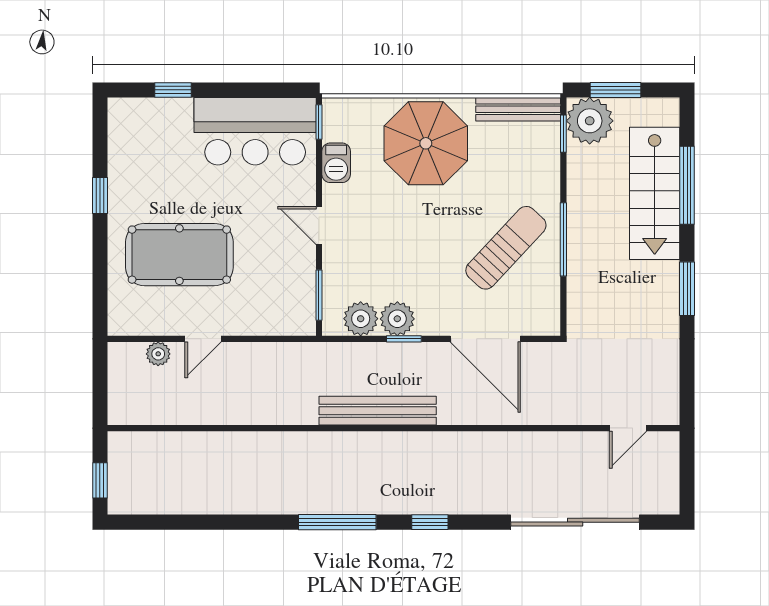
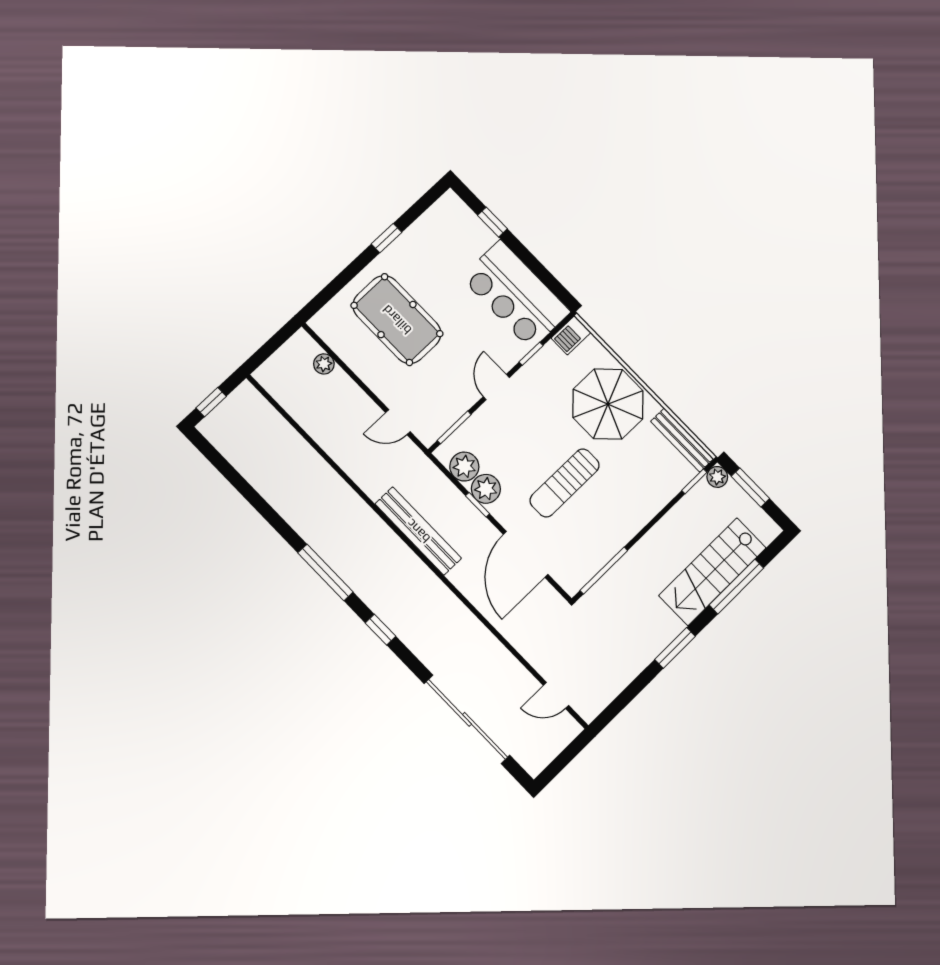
plant: (590, 121) -> (717, 477), width x0.53, depth x0.53
window: (319, 122) -> (531, 354), moved
barbecue: (336, 163) -> (571, 335), moved
window: (563, 239) -> (604, 570), moved
sun lounger: (506, 248) -> (565, 483), moved, turned 137
door: (203, 339) -> (398, 422), moved

